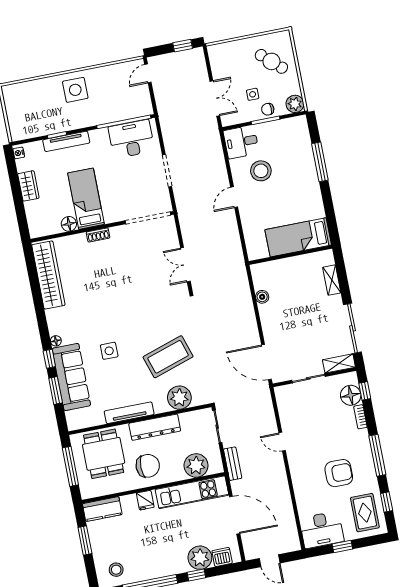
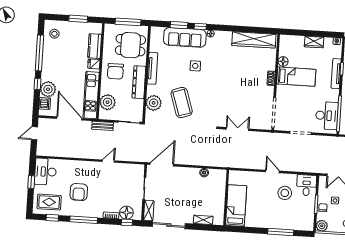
kitchen counter: (102, 509) -> (95, 46), moved
door: (235, 515) -> (69, 118), swing flipped

